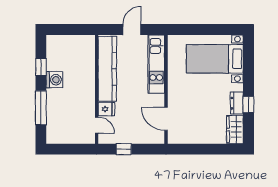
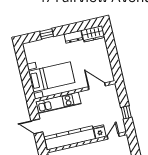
bed with nightstands: (215, 59) -> (52, 77), moved, turned -90
window: (248, 105) -> (47, 34), moved
door: (166, 119) -> (97, 86), swing flipped

